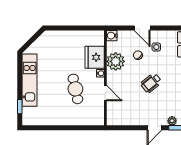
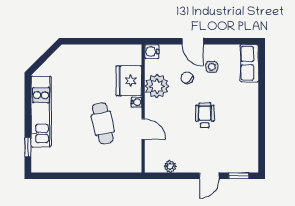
wheelchair: (151, 83) -> (205, 115), turned 129
plant: (172, 121) -> (170, 166), moved

